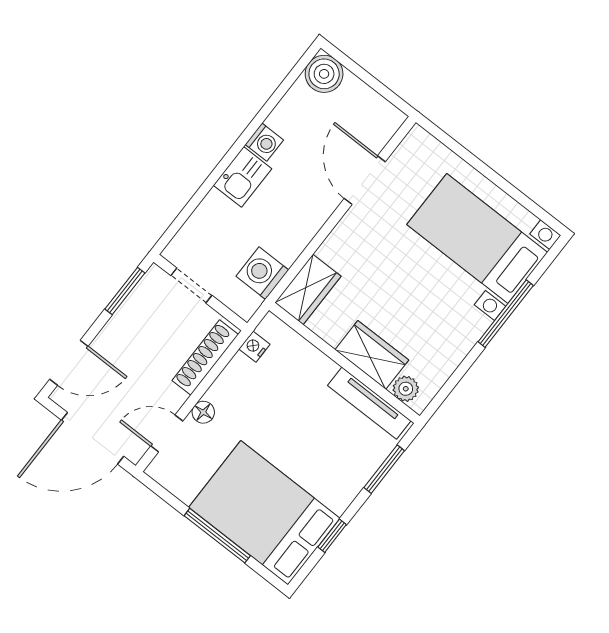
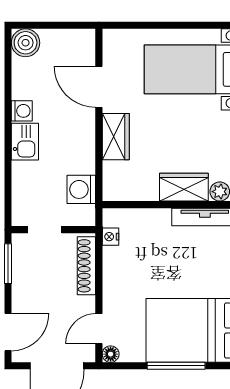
wardrobe: (308, 289) -> (116, 137), moved
floor lamp: (203, 412) -> (111, 354), moved

